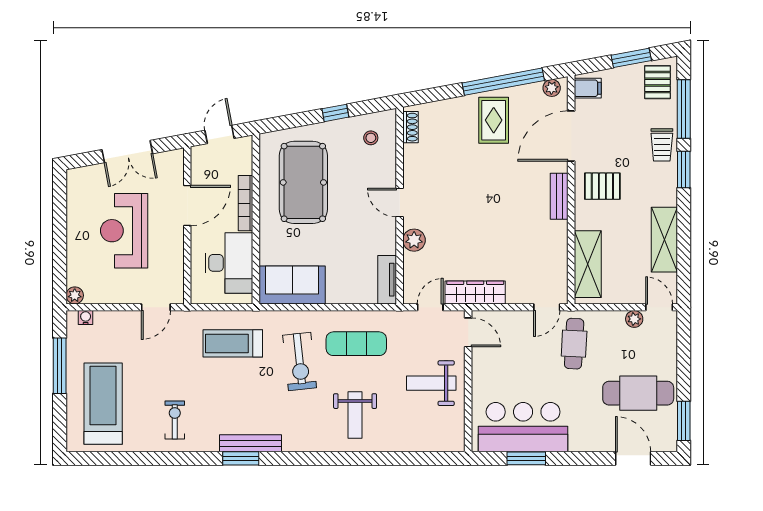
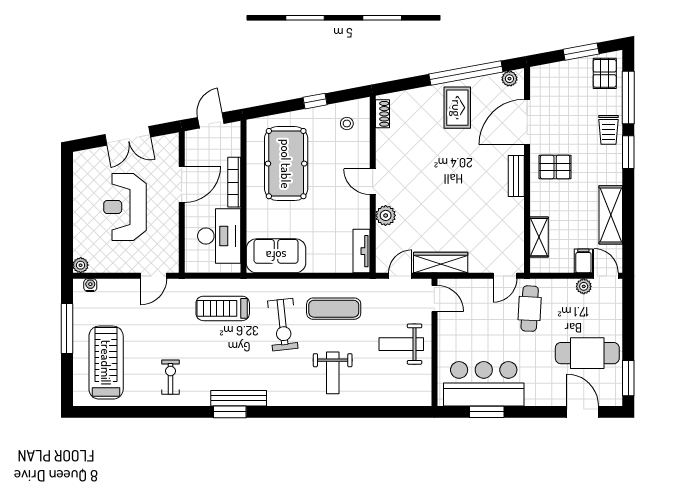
filing cabinet: (588, 88) -> (583, 261), moved, turned -90
shelving: (588, 264) -> (539, 237), width x0.67, depth x0.75

